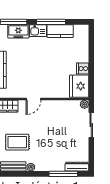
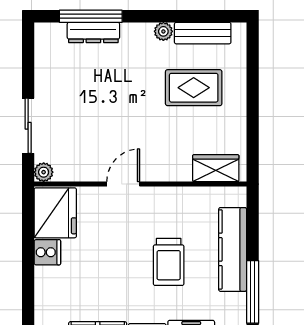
trolley: (28, 64) -> (169, 262), added
door: (34, 99) -> (123, 184), moved
dresser: (77, 167) -> (93, 33), moved

